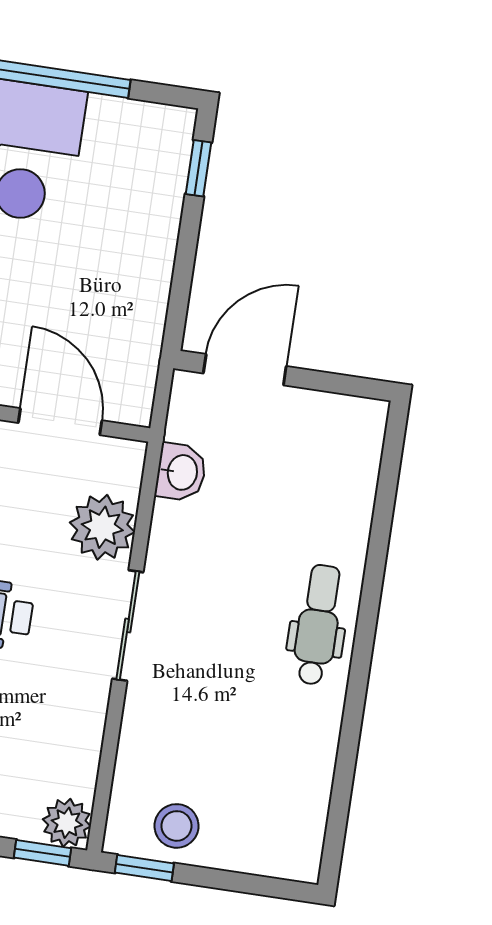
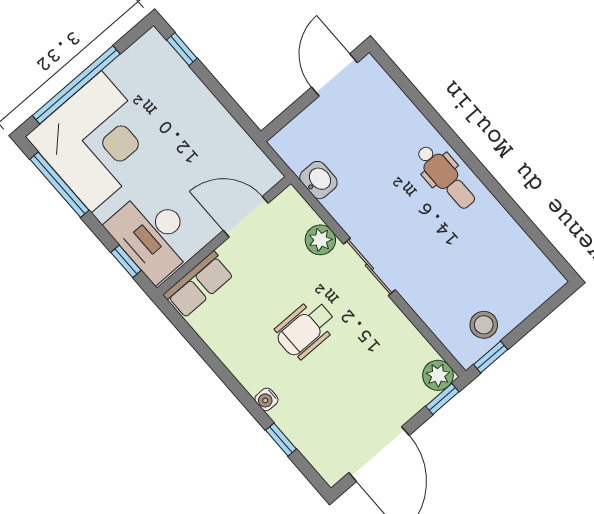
door: (245, 370) -> (334, 75), moved
plant: (102, 527) -> (320, 240), width x0.73, depth x0.73
dental chair: (318, 625) -> (446, 177), turned 180

